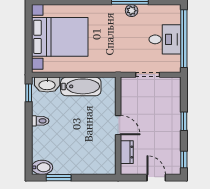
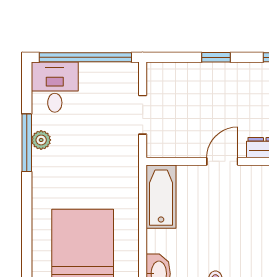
desk: (165, 39) -> (55, 87), moved
bathtub: (81, 86) -> (161, 197), moved

